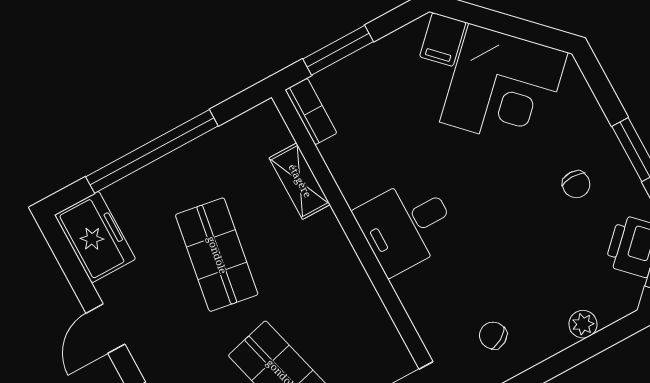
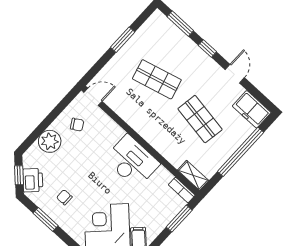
shelving: (300, 181) -> (193, 175), moved
desk: (406, 225) -> (132, 161), width x1.37
plant: (583, 324) -> (50, 141), width x1.88, depth x1.88

